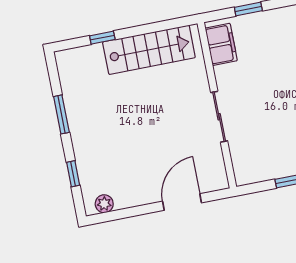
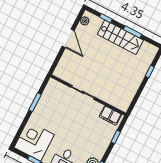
stairs: (149, 50) -> (120, 37), moved, turned -90
door: (182, 202) -> (68, 38), moved

